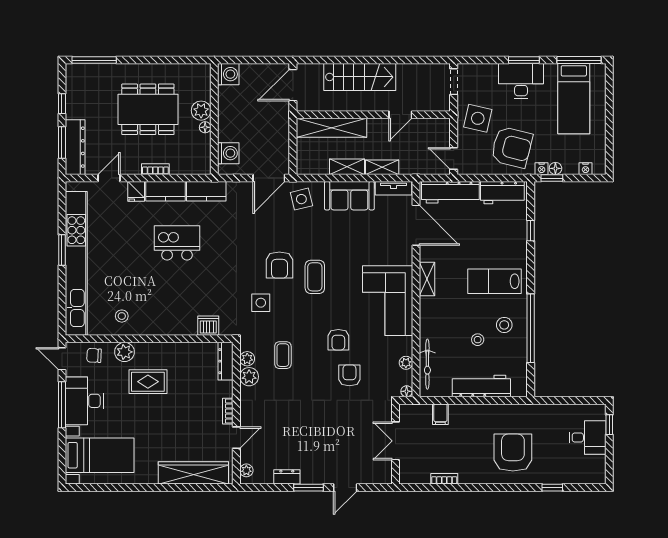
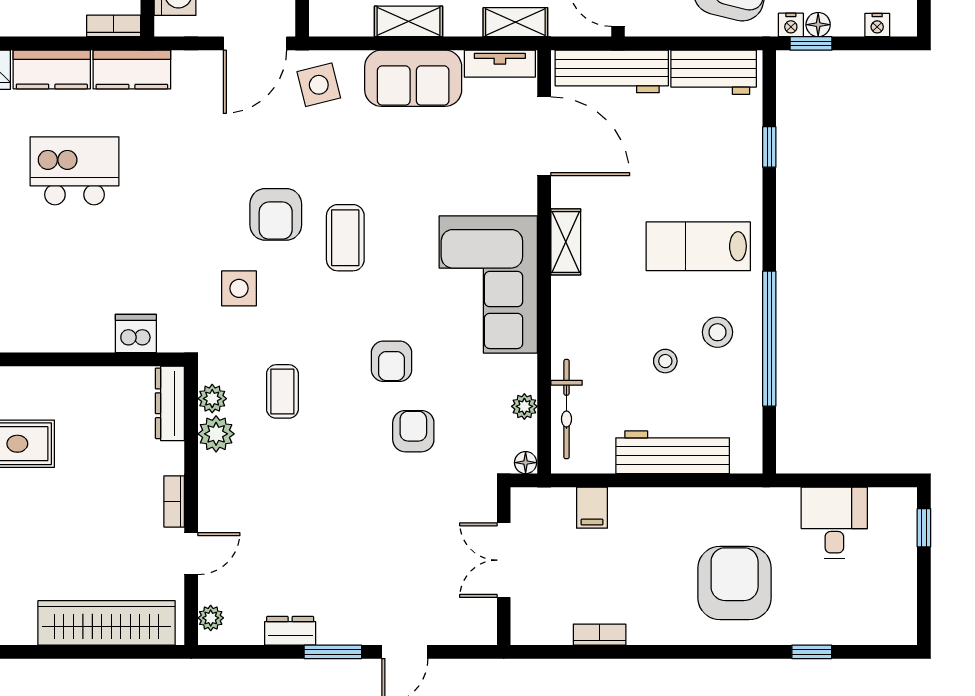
shelving: (382, 167) -> (515, 22), moved
bookcase: (155, 169) -> (114, 26), moved
desk: (588, 437) -> (834, 523), moved, turned -90

